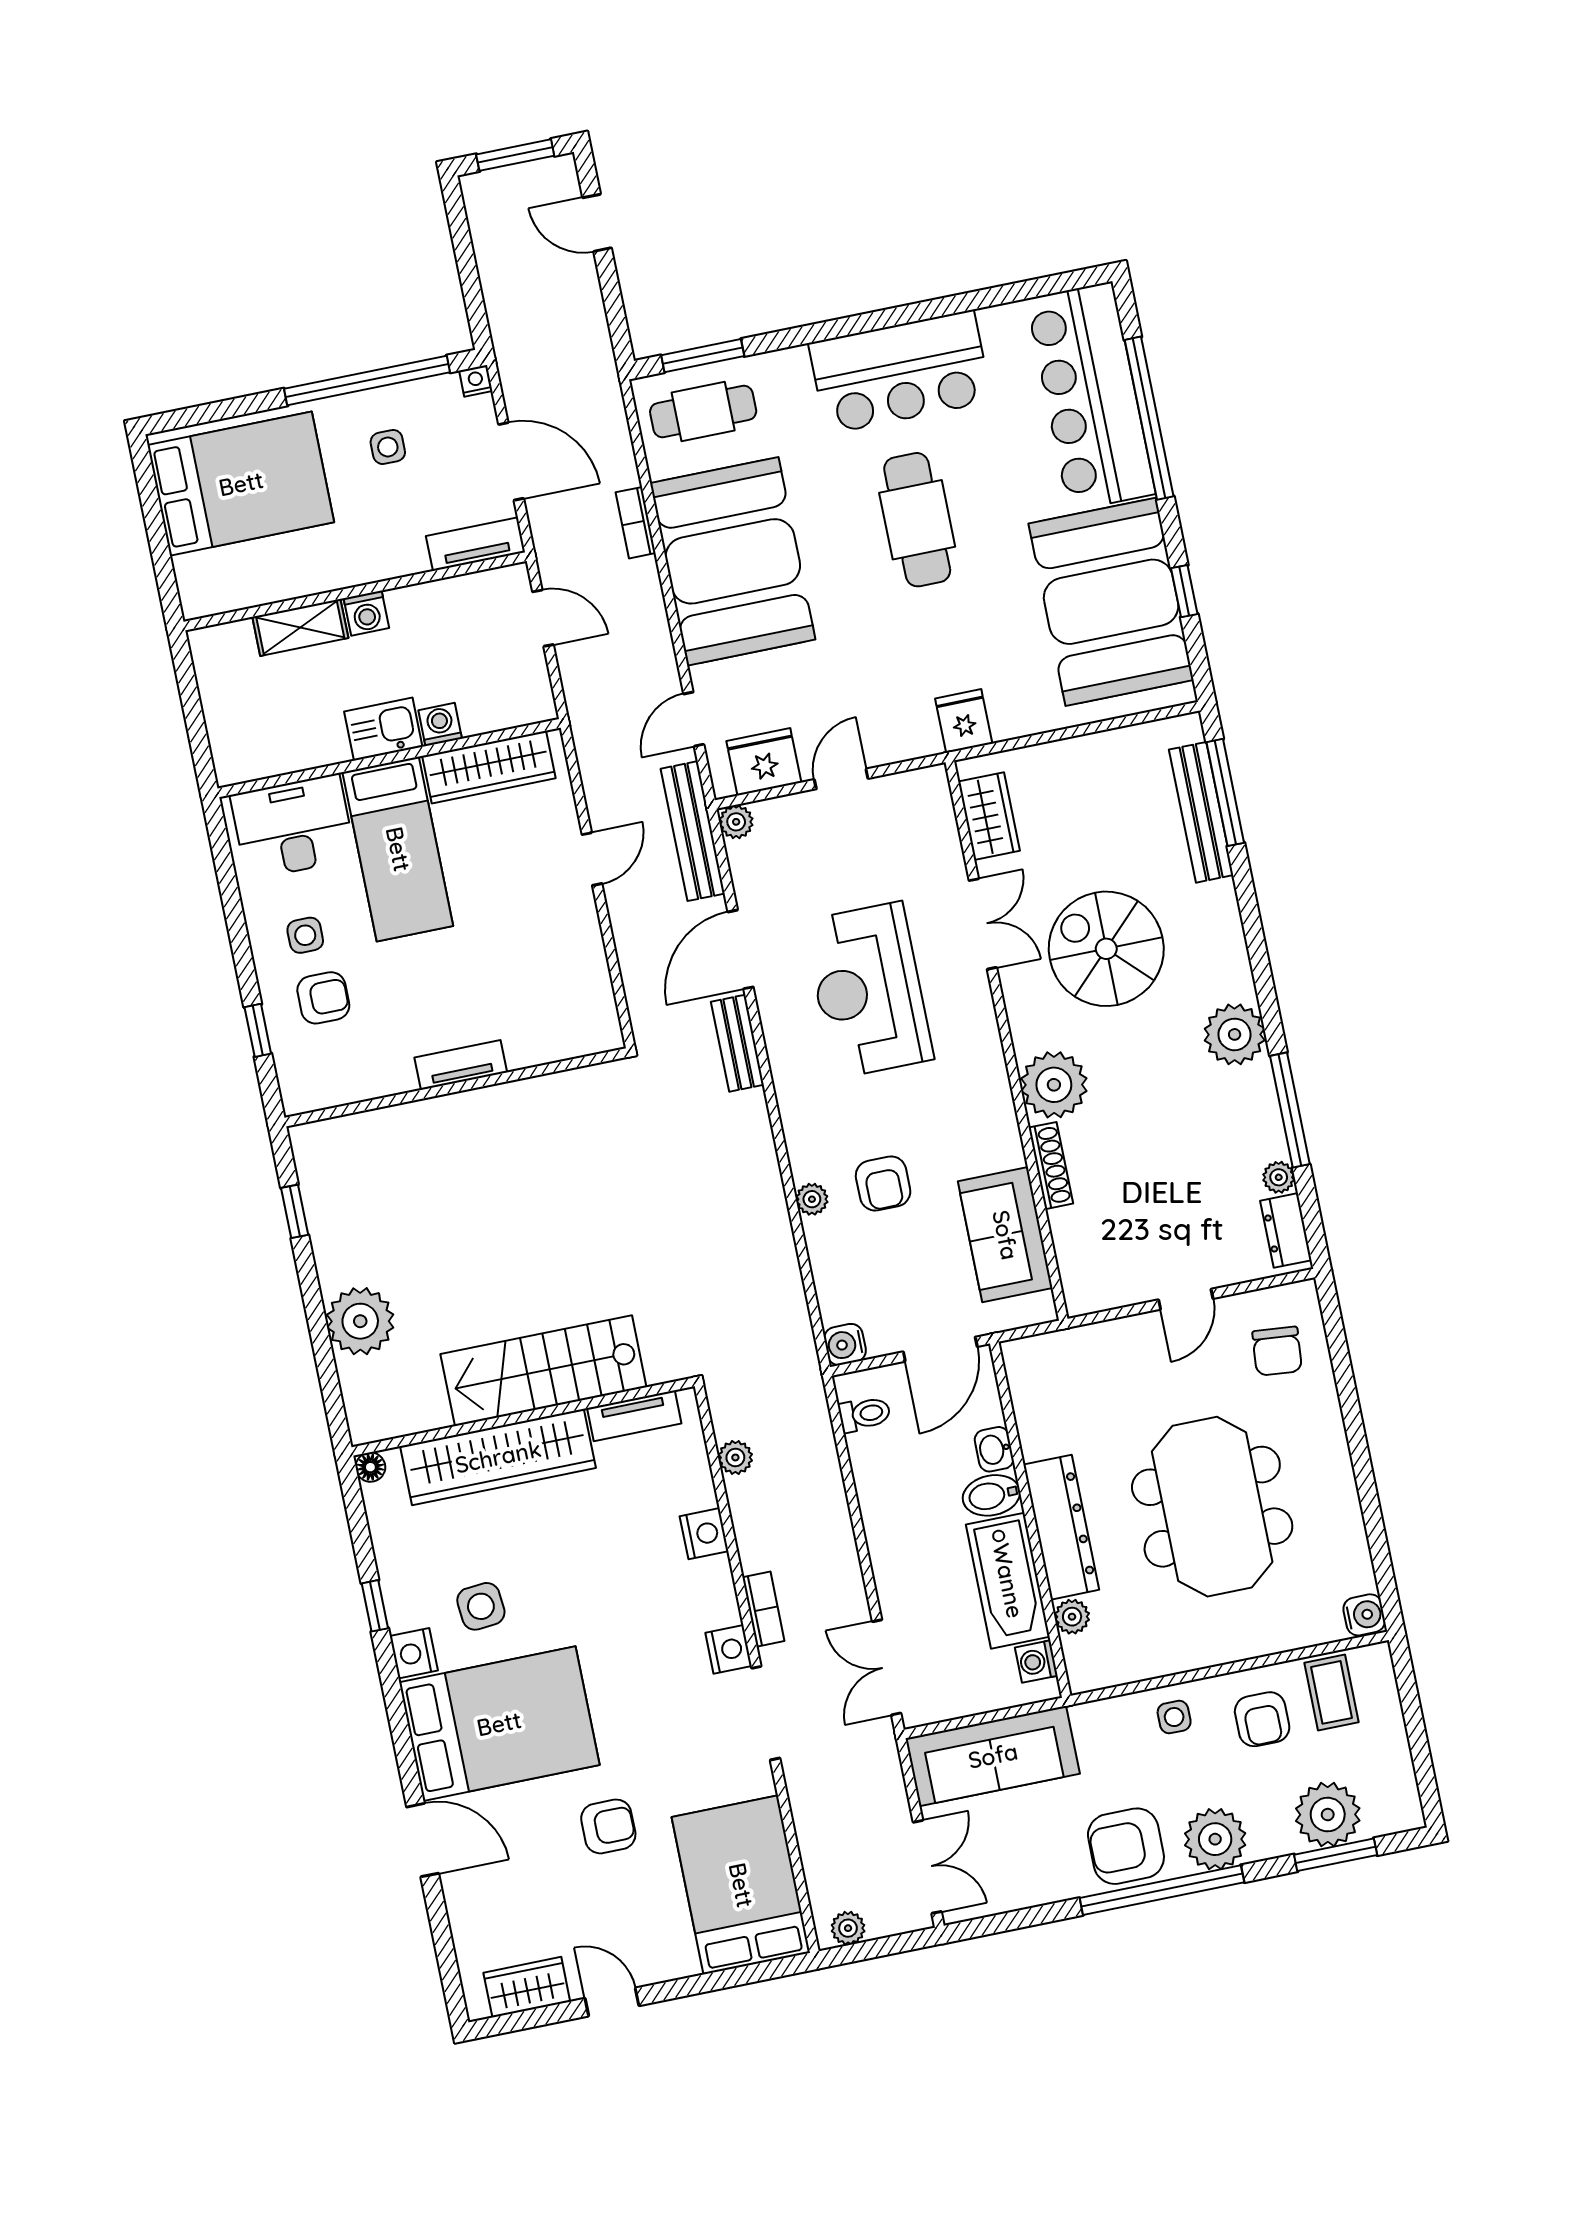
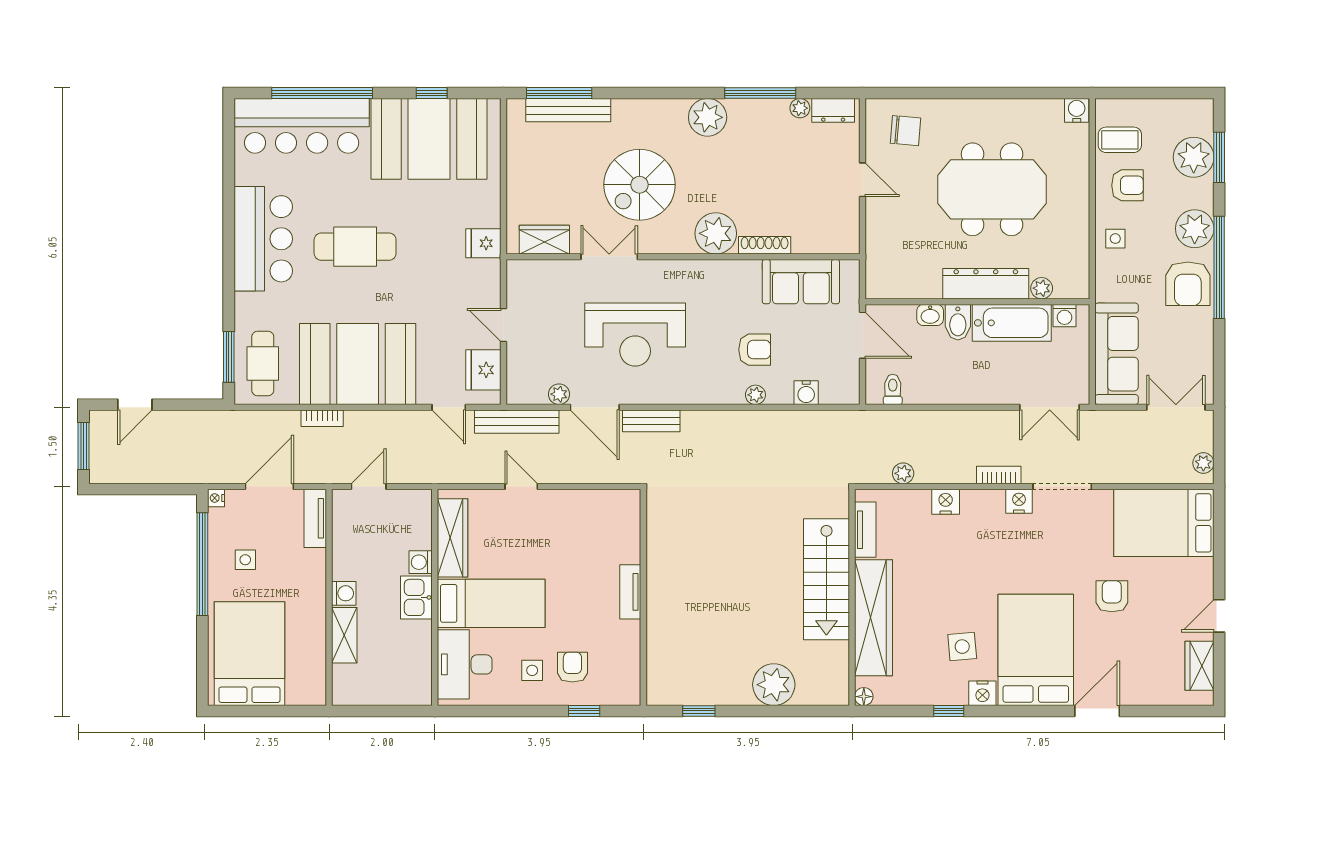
plant: (736, 822) -> (559, 394), moved
water cooler: (845, 1344) -> (806, 393), moved

